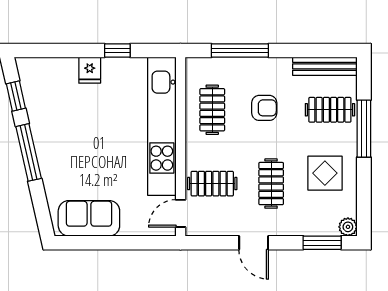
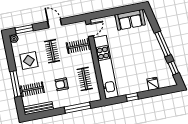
fridge: (90, 70) -> (153, 84), moved

